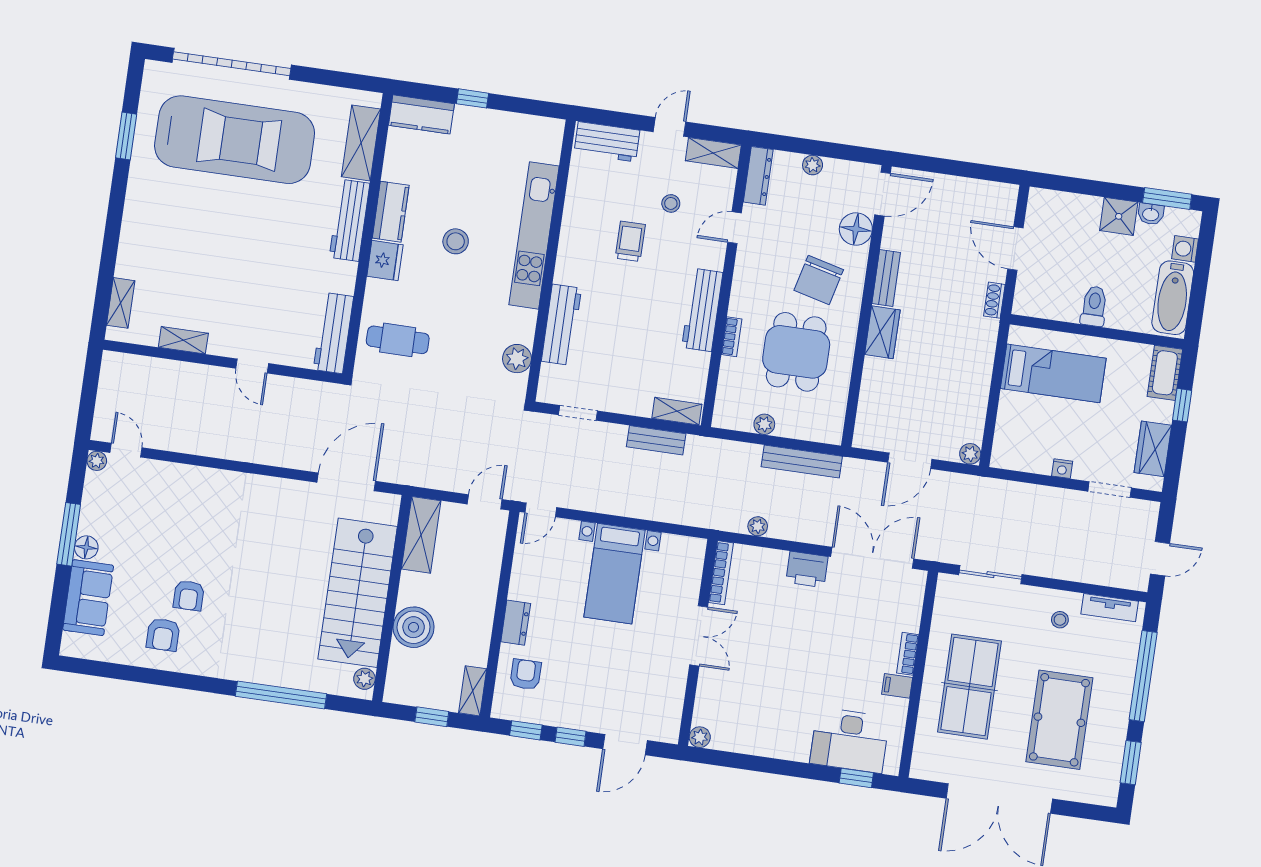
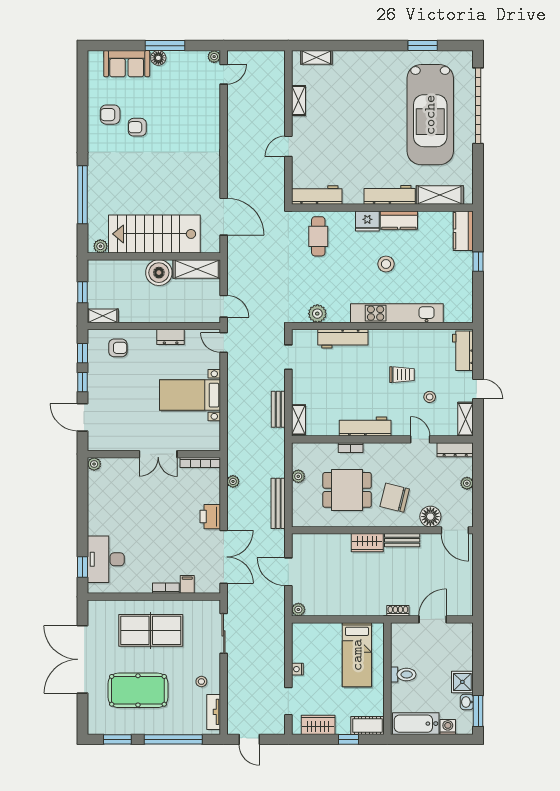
dresser: (516, 623) -> (171, 337), moved
boiler: (414, 627) -> (159, 273), moved
filing cabinet: (897, 686) -> (187, 584), moved

